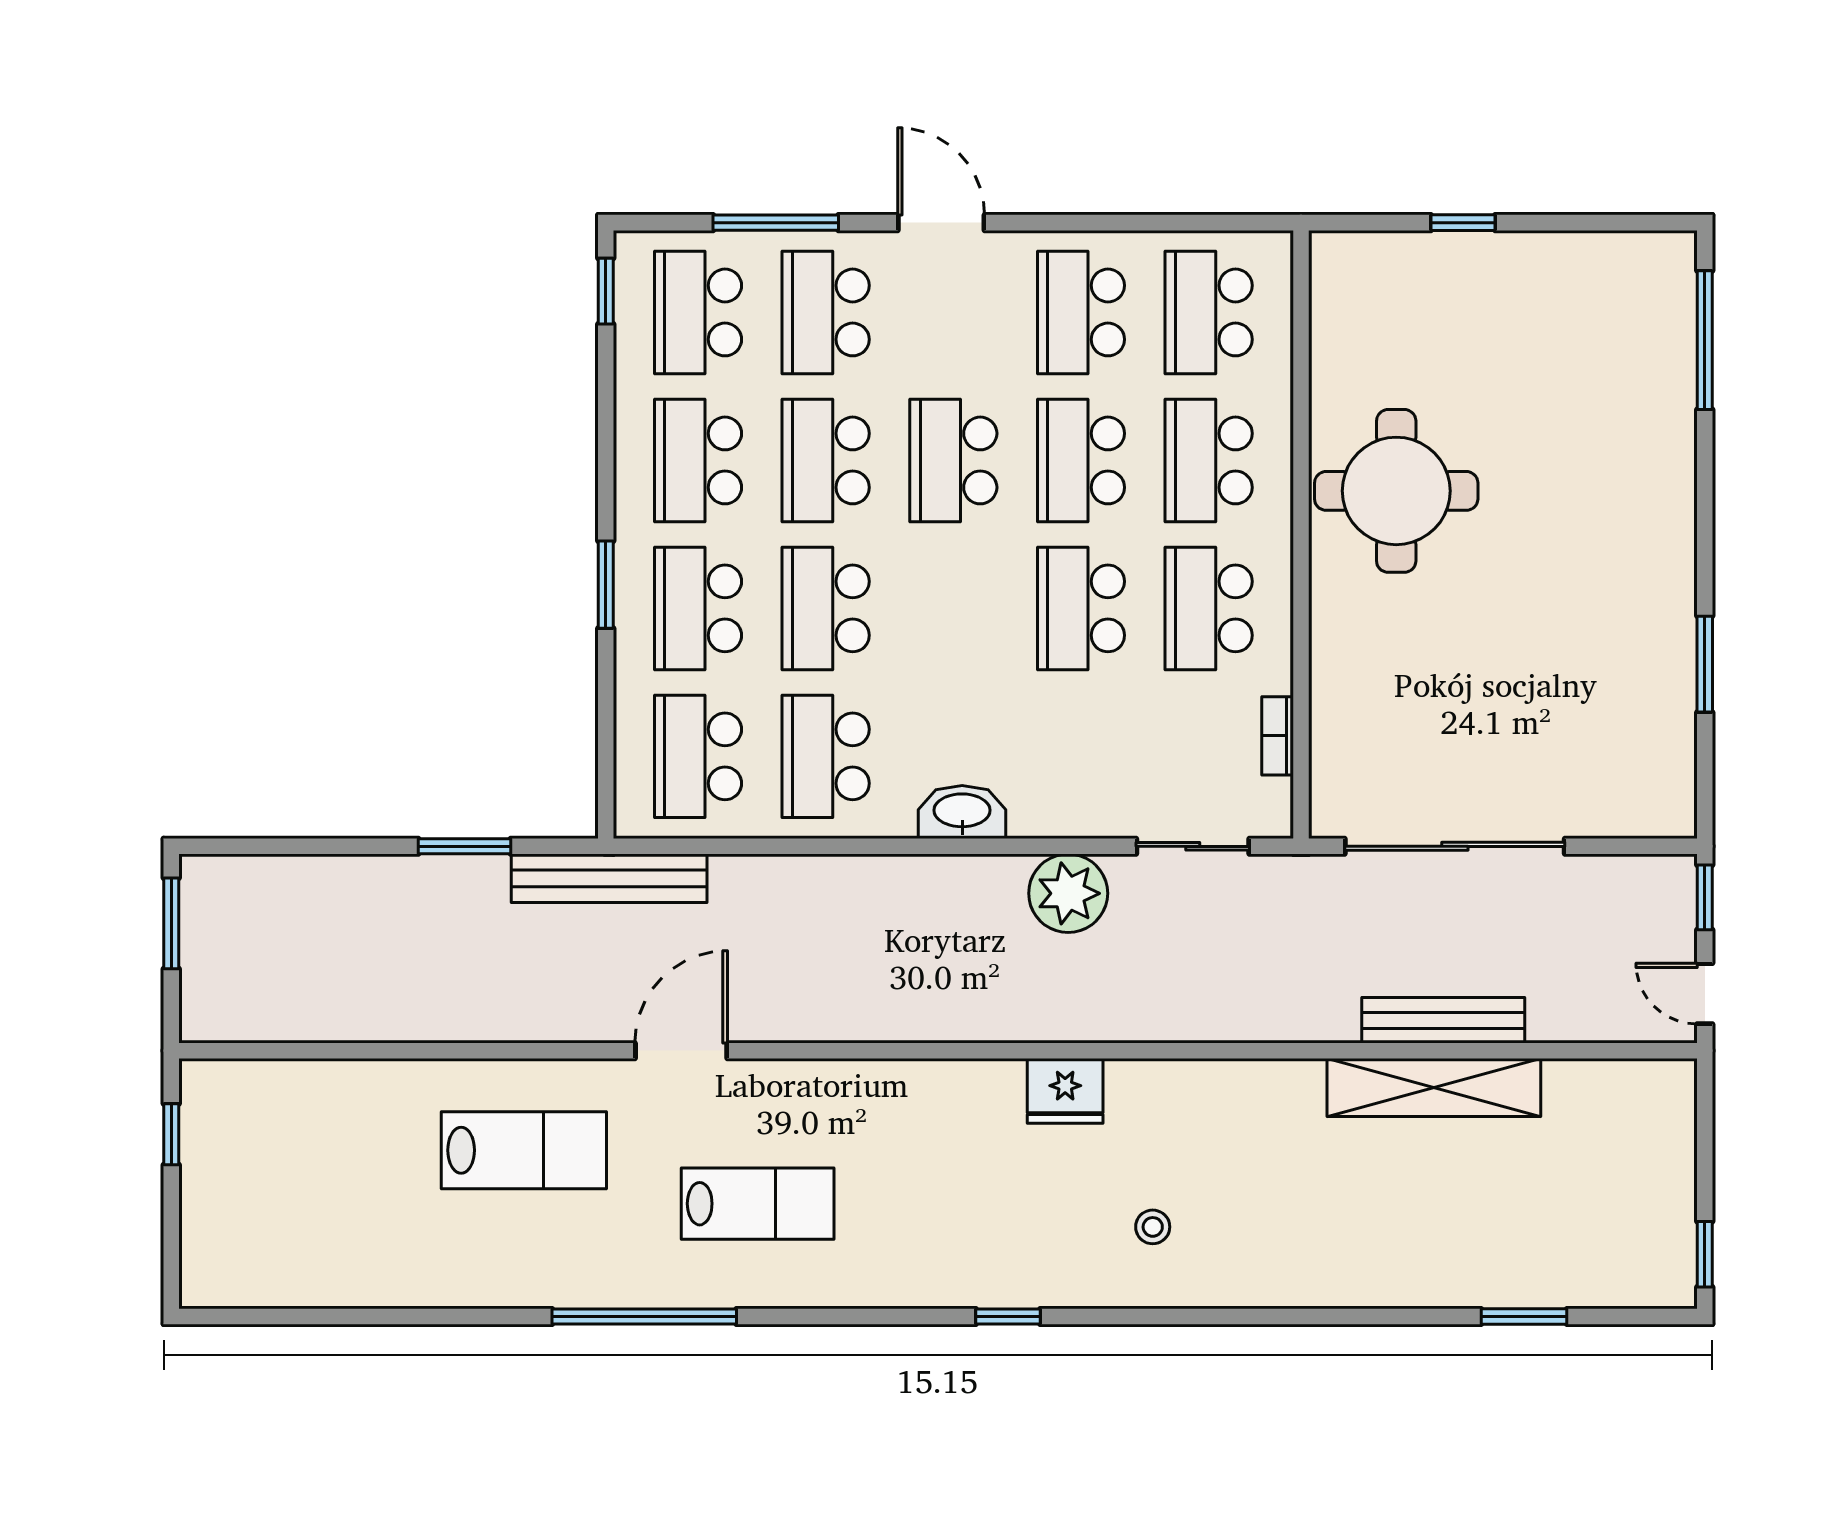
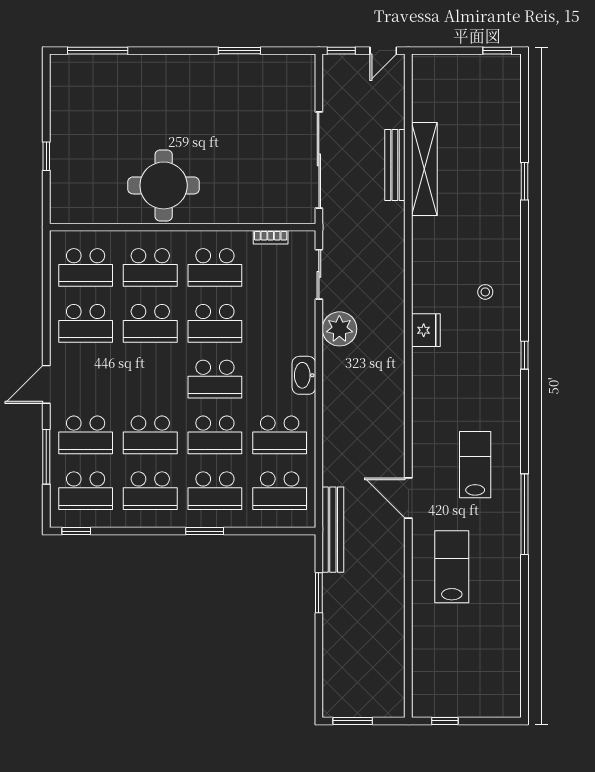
school desk: (953, 460) -> (215, 379), moved
window: (1524, 1317) -> (524, 181), moved

